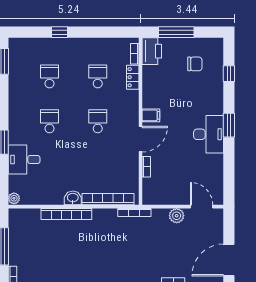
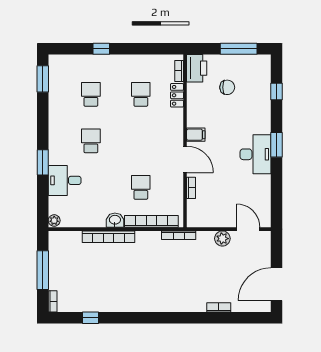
window: (176, 32) -> (239, 49), moved
chair: (195, 64) -> (227, 87), moved
school desk: (98, 121) -> (141, 187), moved
door: (140, 139) -> (185, 159), hinge flipped

